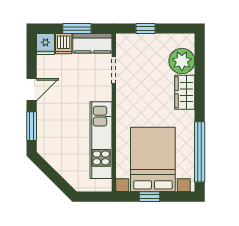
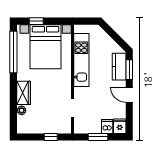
kitchen counter: (92, 43) -> (119, 67), moved, turned -90
plant: (182, 61) -> (22, 110), width x0.53, depth x0.53
door: (32, 90) -> (129, 95), hinge flipped
window: (150, 197) -> (36, 21), moved

